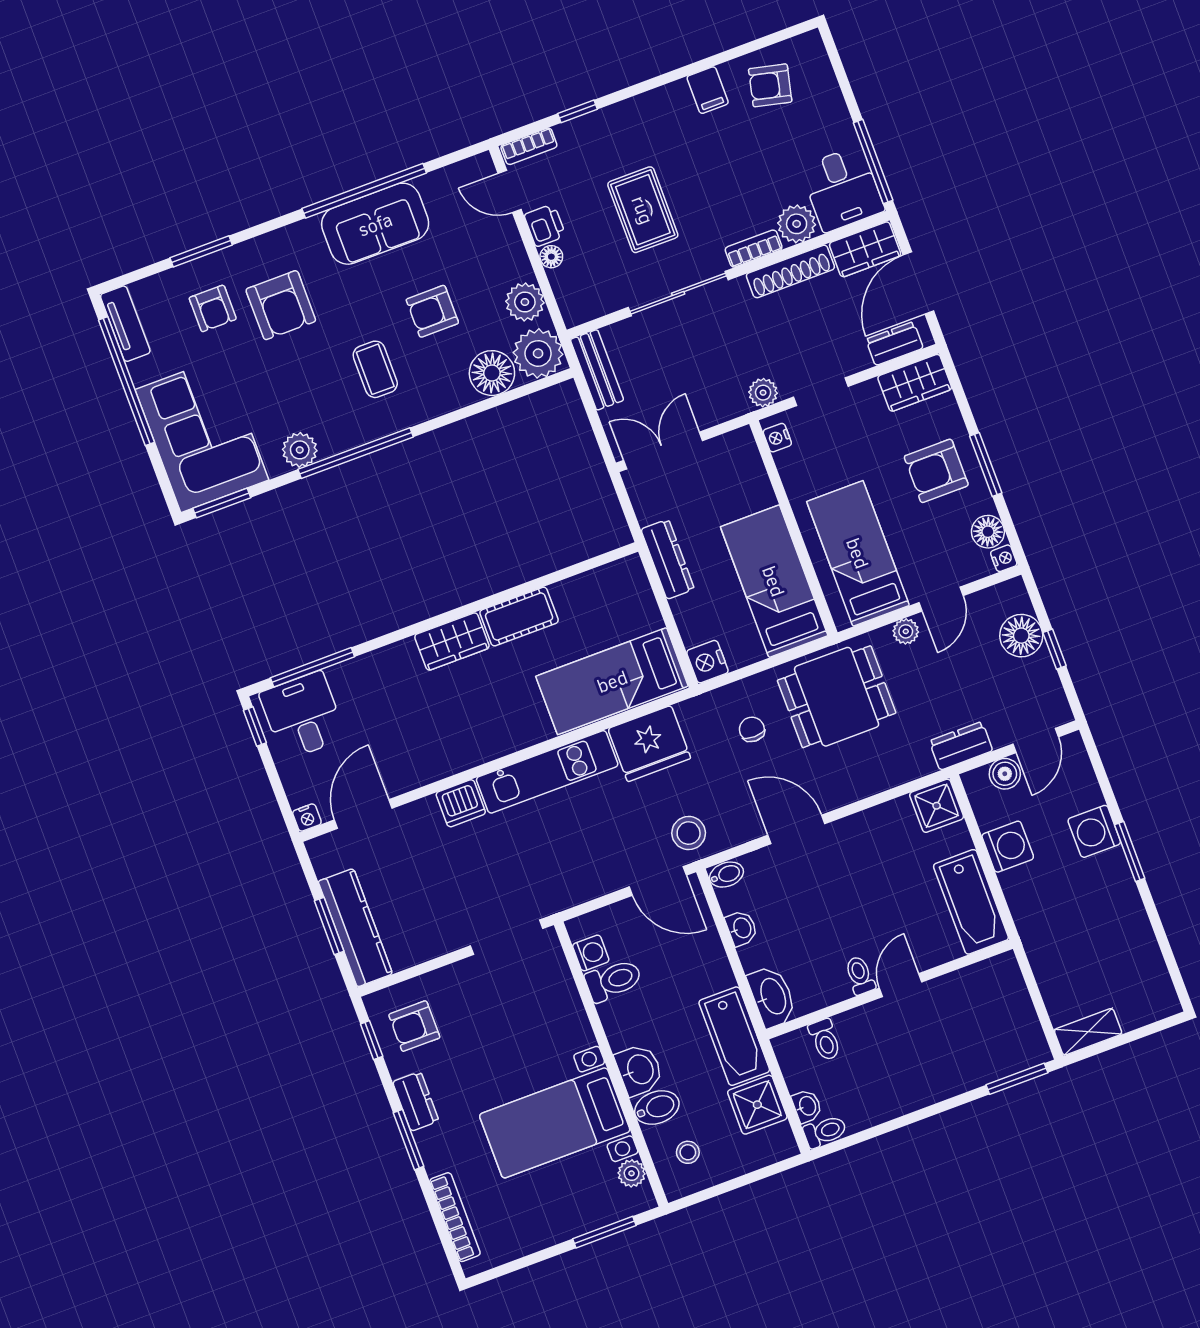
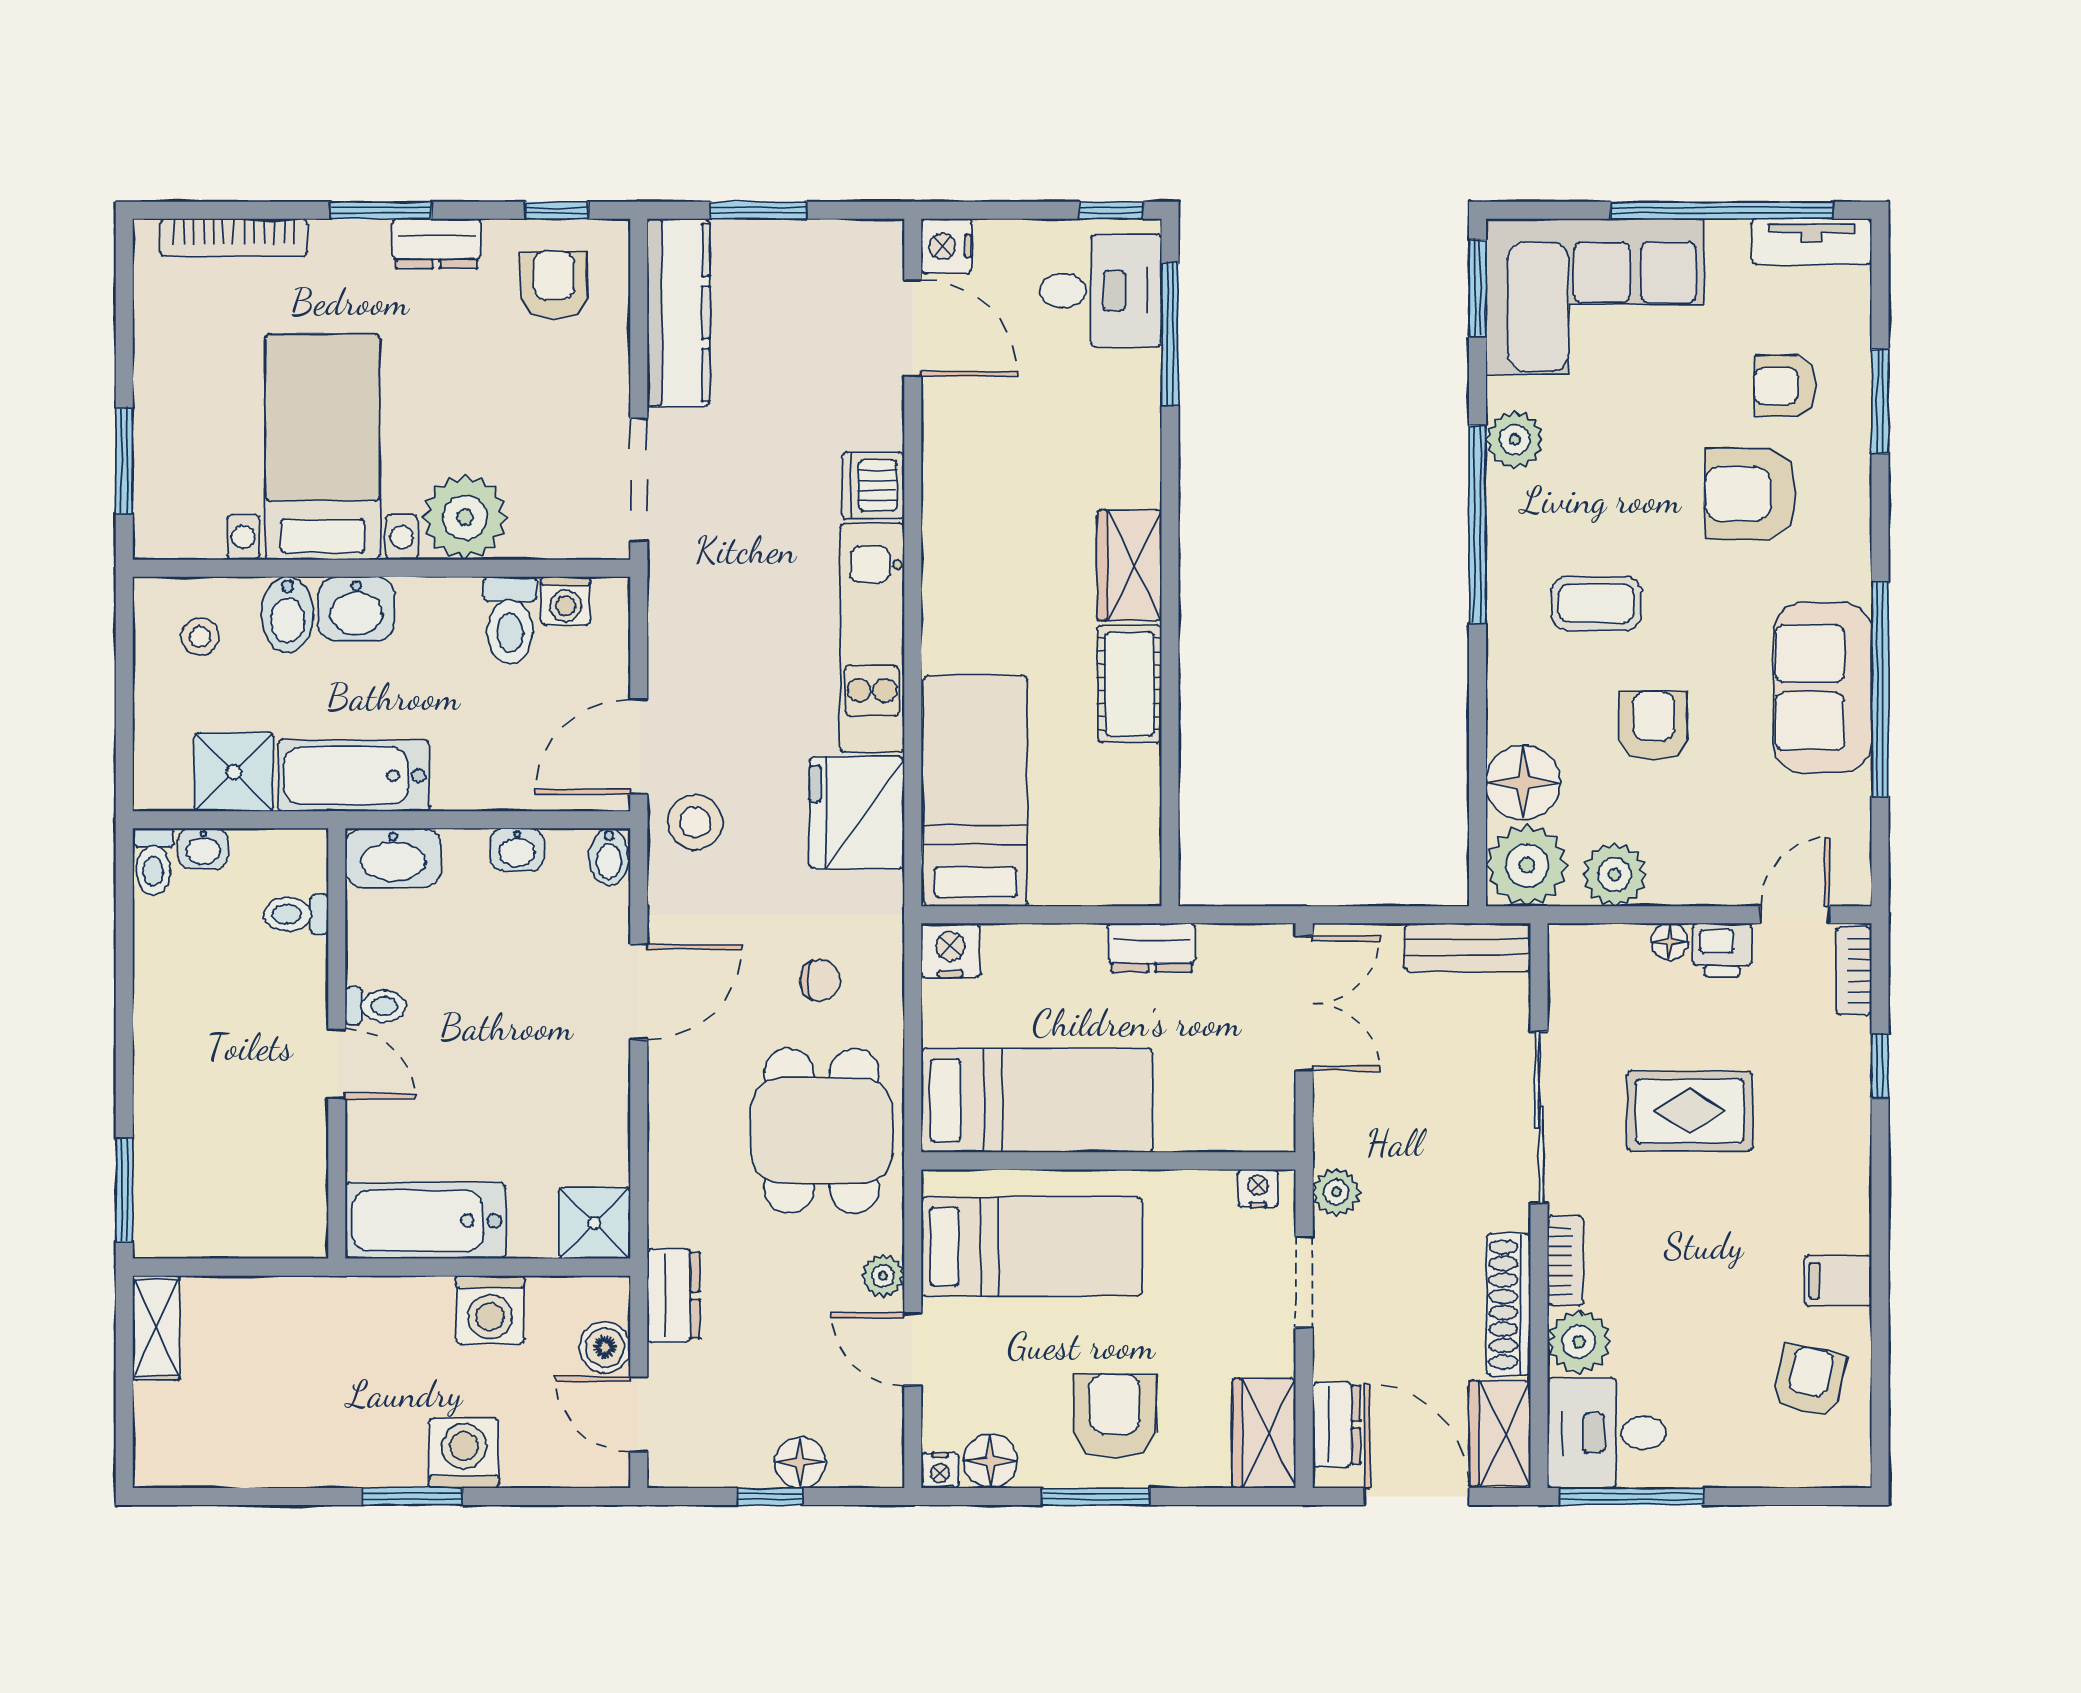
dresser: (668, 559) -> (1152, 948), width x0.70
floor lamp: (1021, 636) -> (800, 1462), width x0.73, depth x0.73
nightstand: (307, 818) -> (946, 246), width x1.39, depth x1.35
kitchen counter: (355, 928) -> (678, 313), moved, turned -90
plant: (632, 1173) -> (465, 517), moved, width x1.88, depth x1.88

